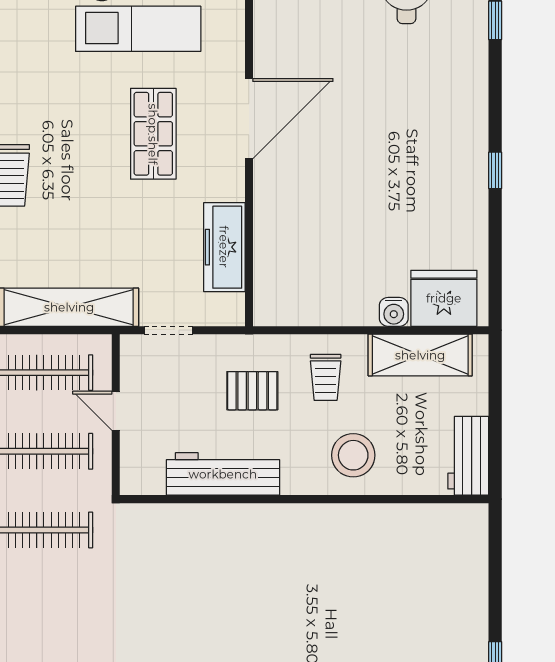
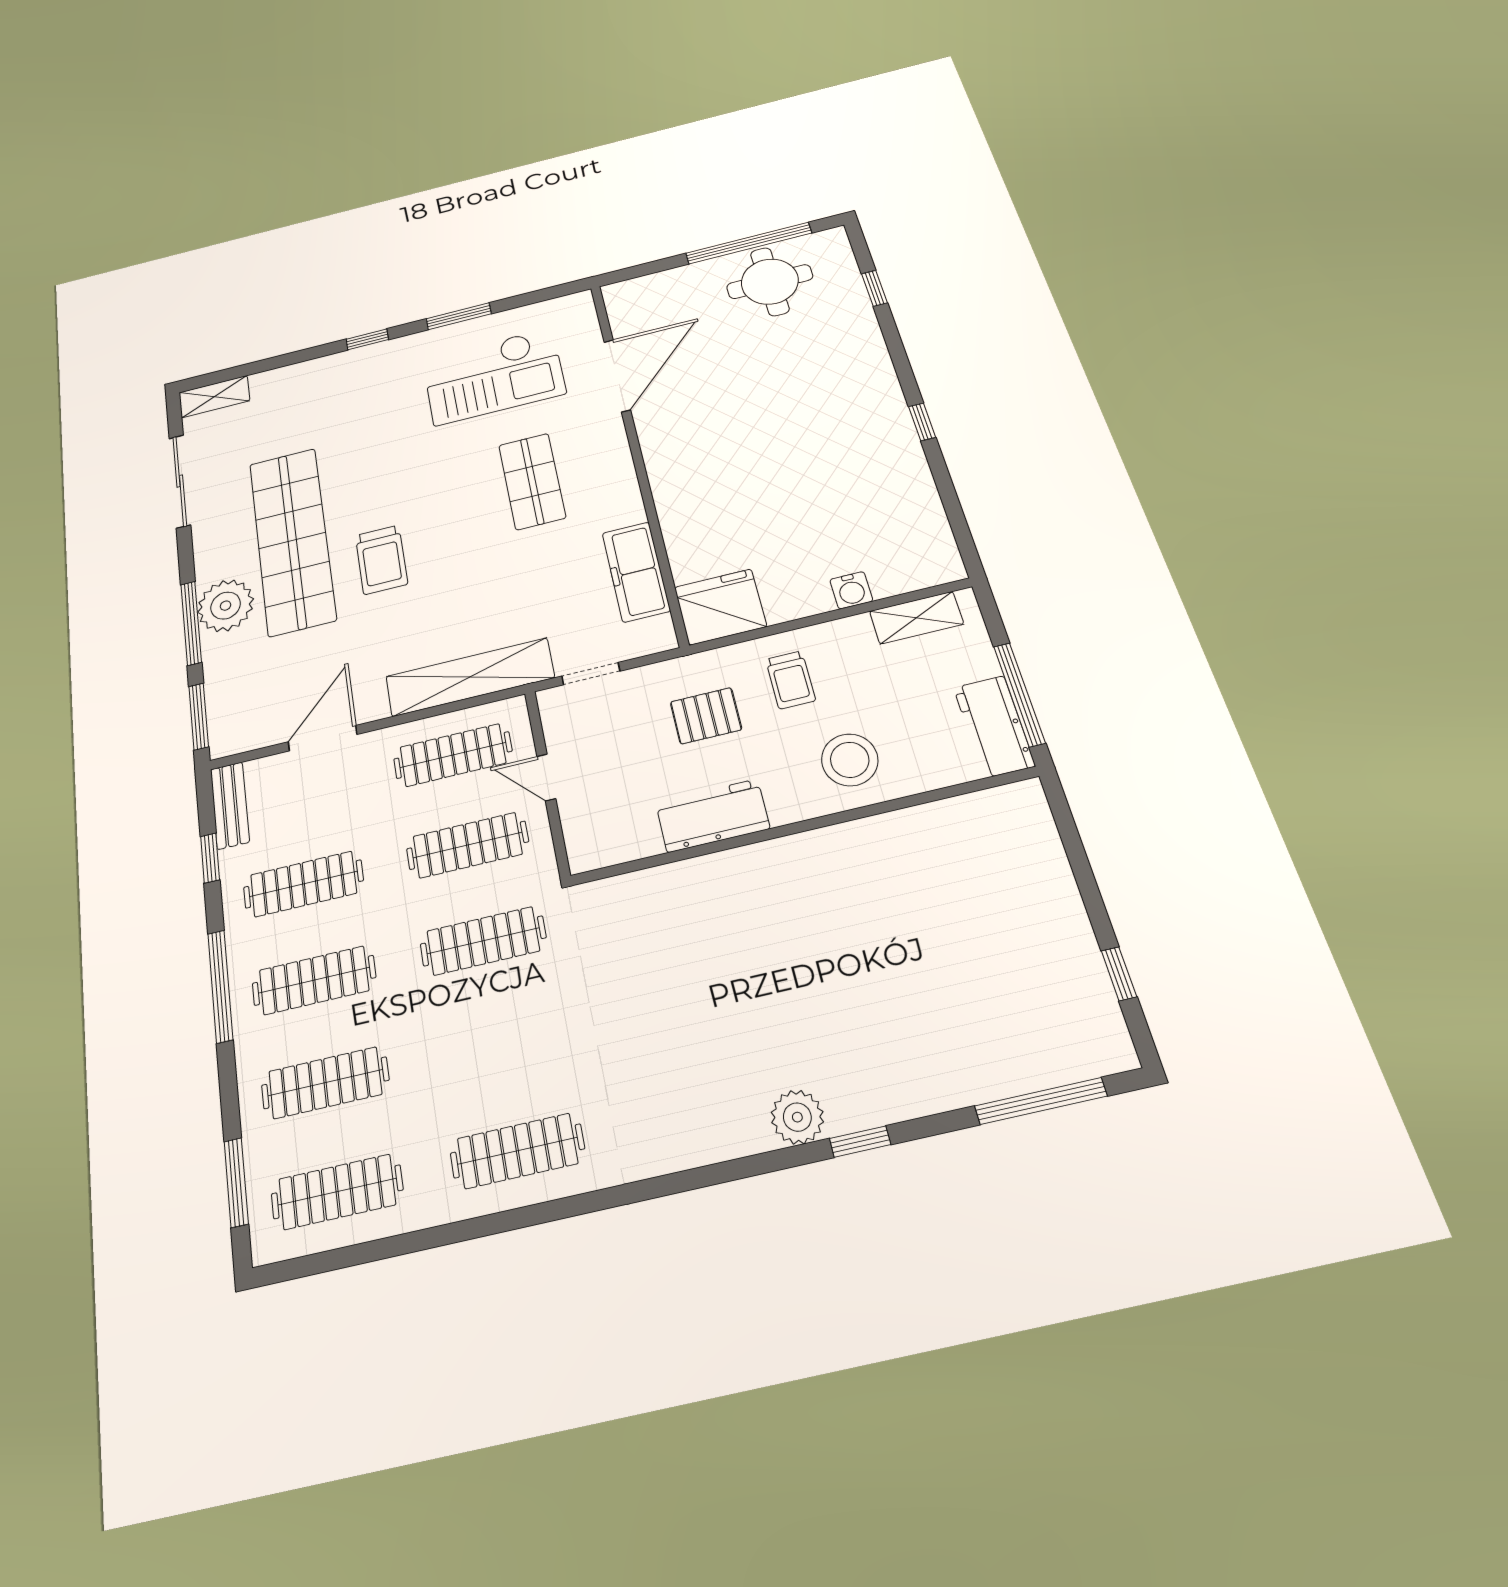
door: (249, 119) -> (617, 376), moved
fridge: (444, 298) -> (720, 607), moved
shelving: (420, 355) -> (916, 618), width x0.67, depth x0.75
window: (495, 435) -> (1019, 694), added
workbench: (223, 474) -> (712, 816), width x0.73

